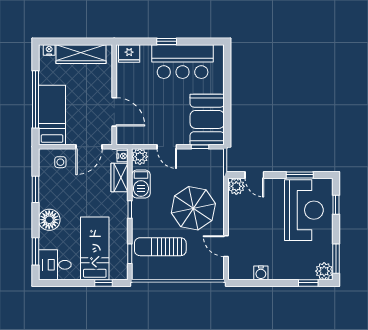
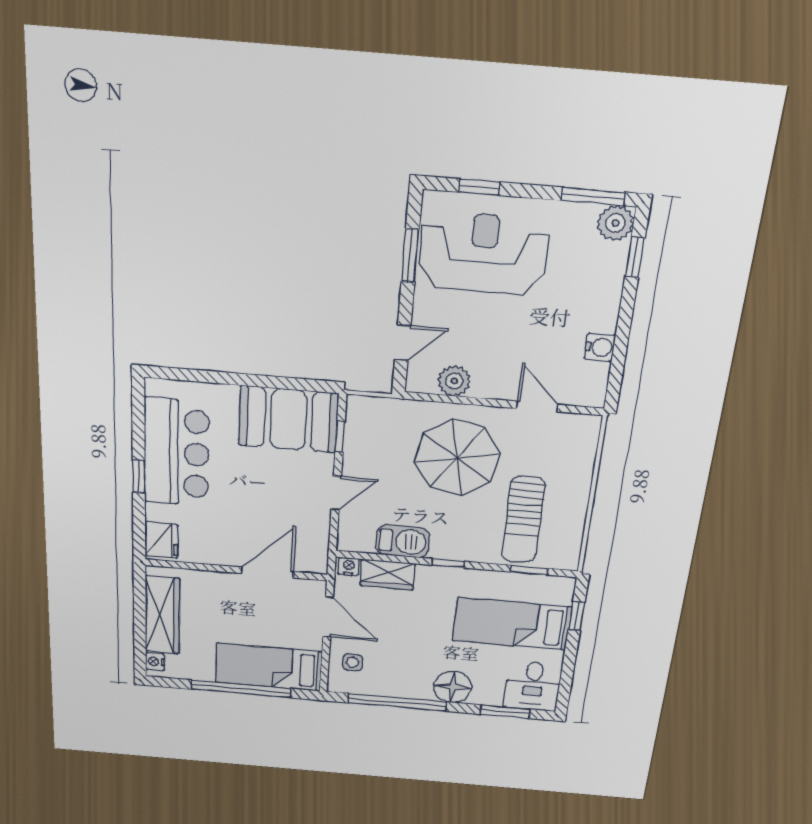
plant: (140, 157) -> (352, 539), removed
plant: (236, 186) -> (454, 381), moved
window: (35, 189) -> (397, 702), width x2.11
door: (226, 246) -> (537, 406), swing flipped

